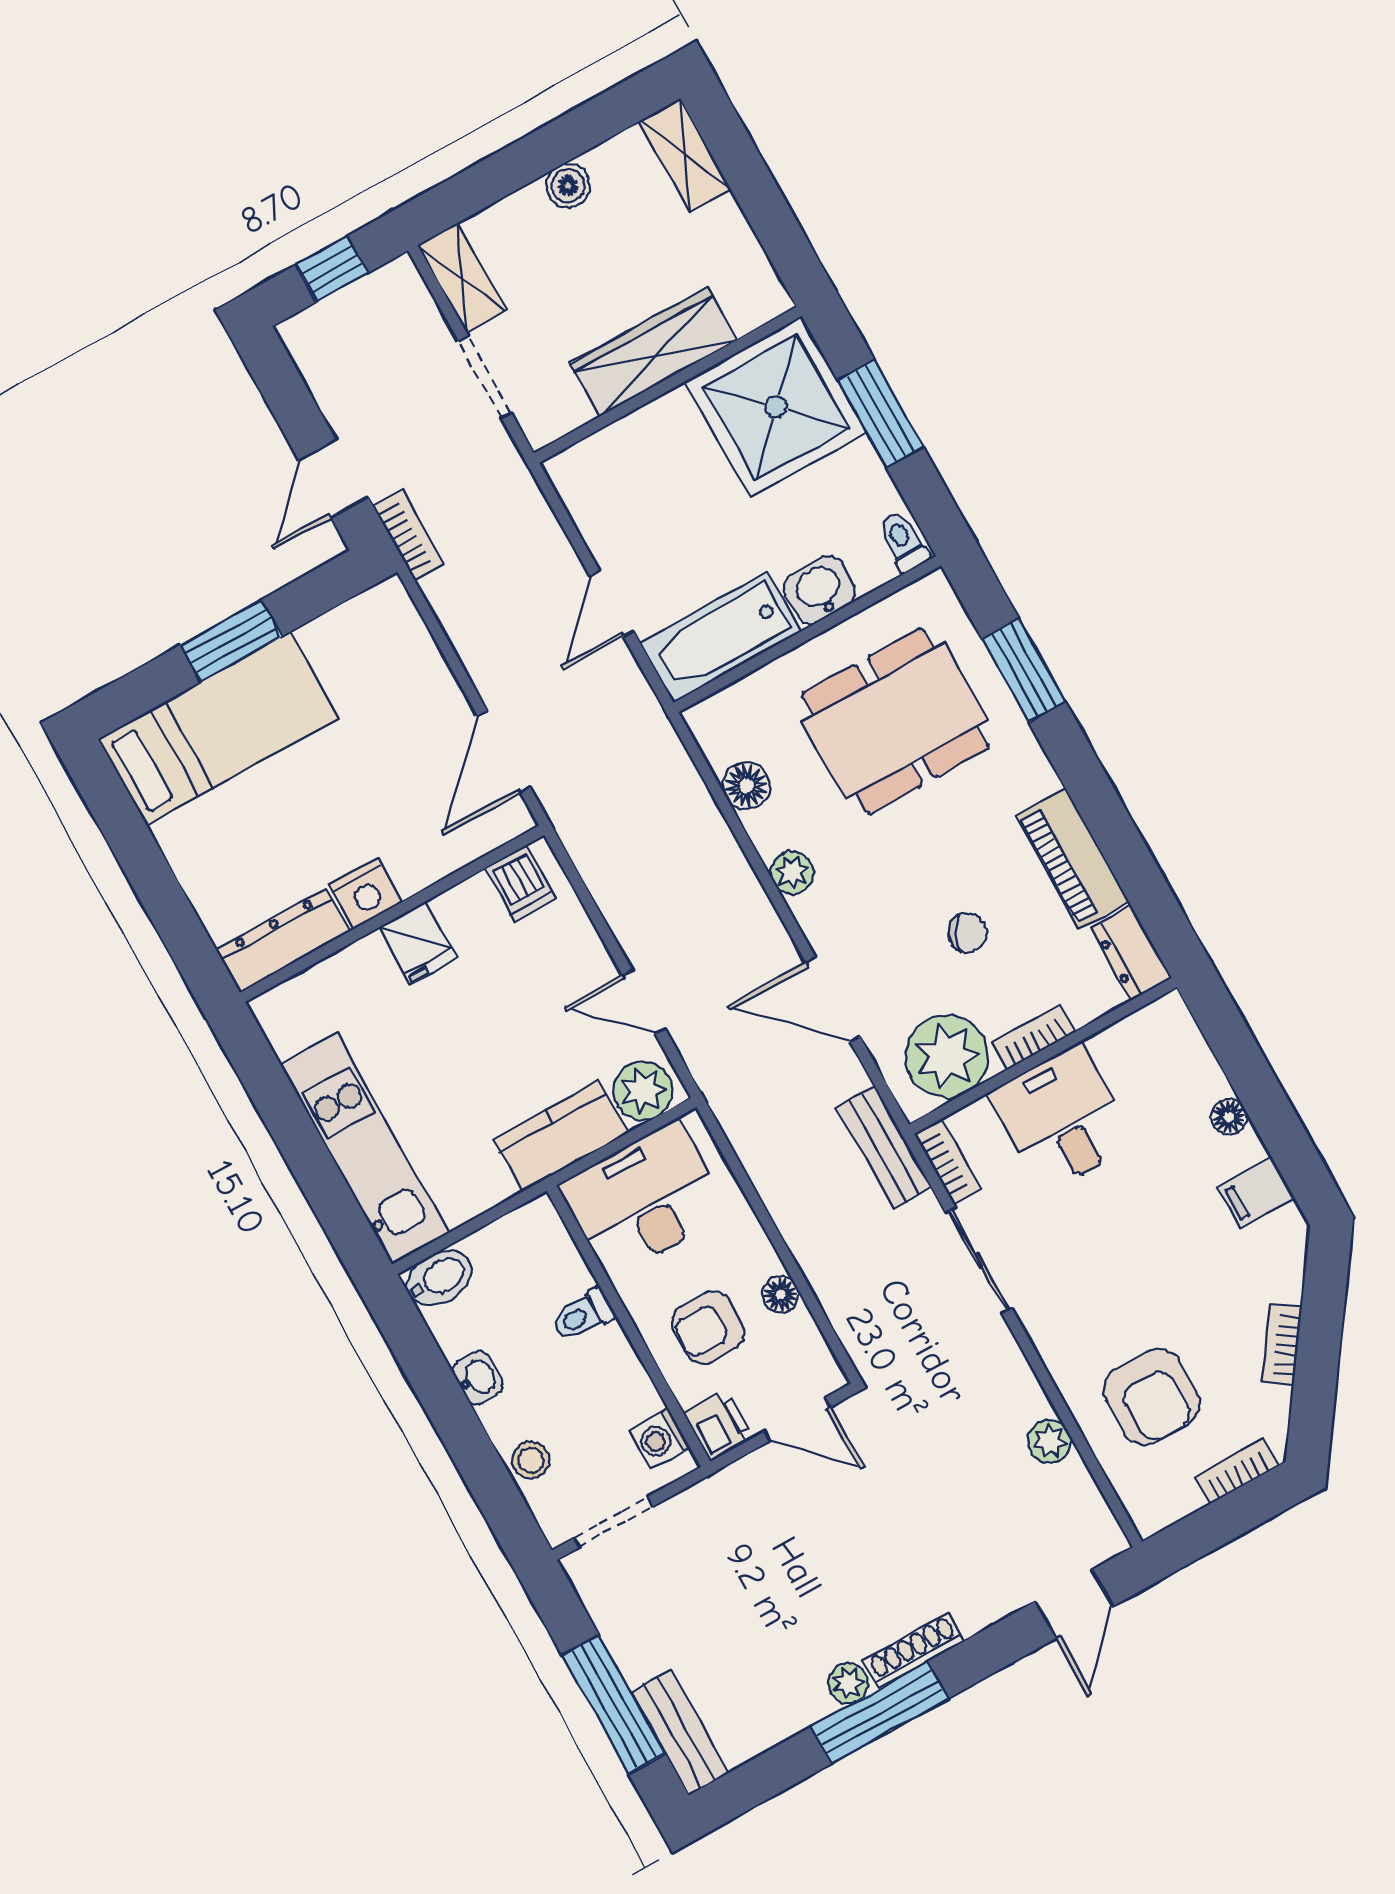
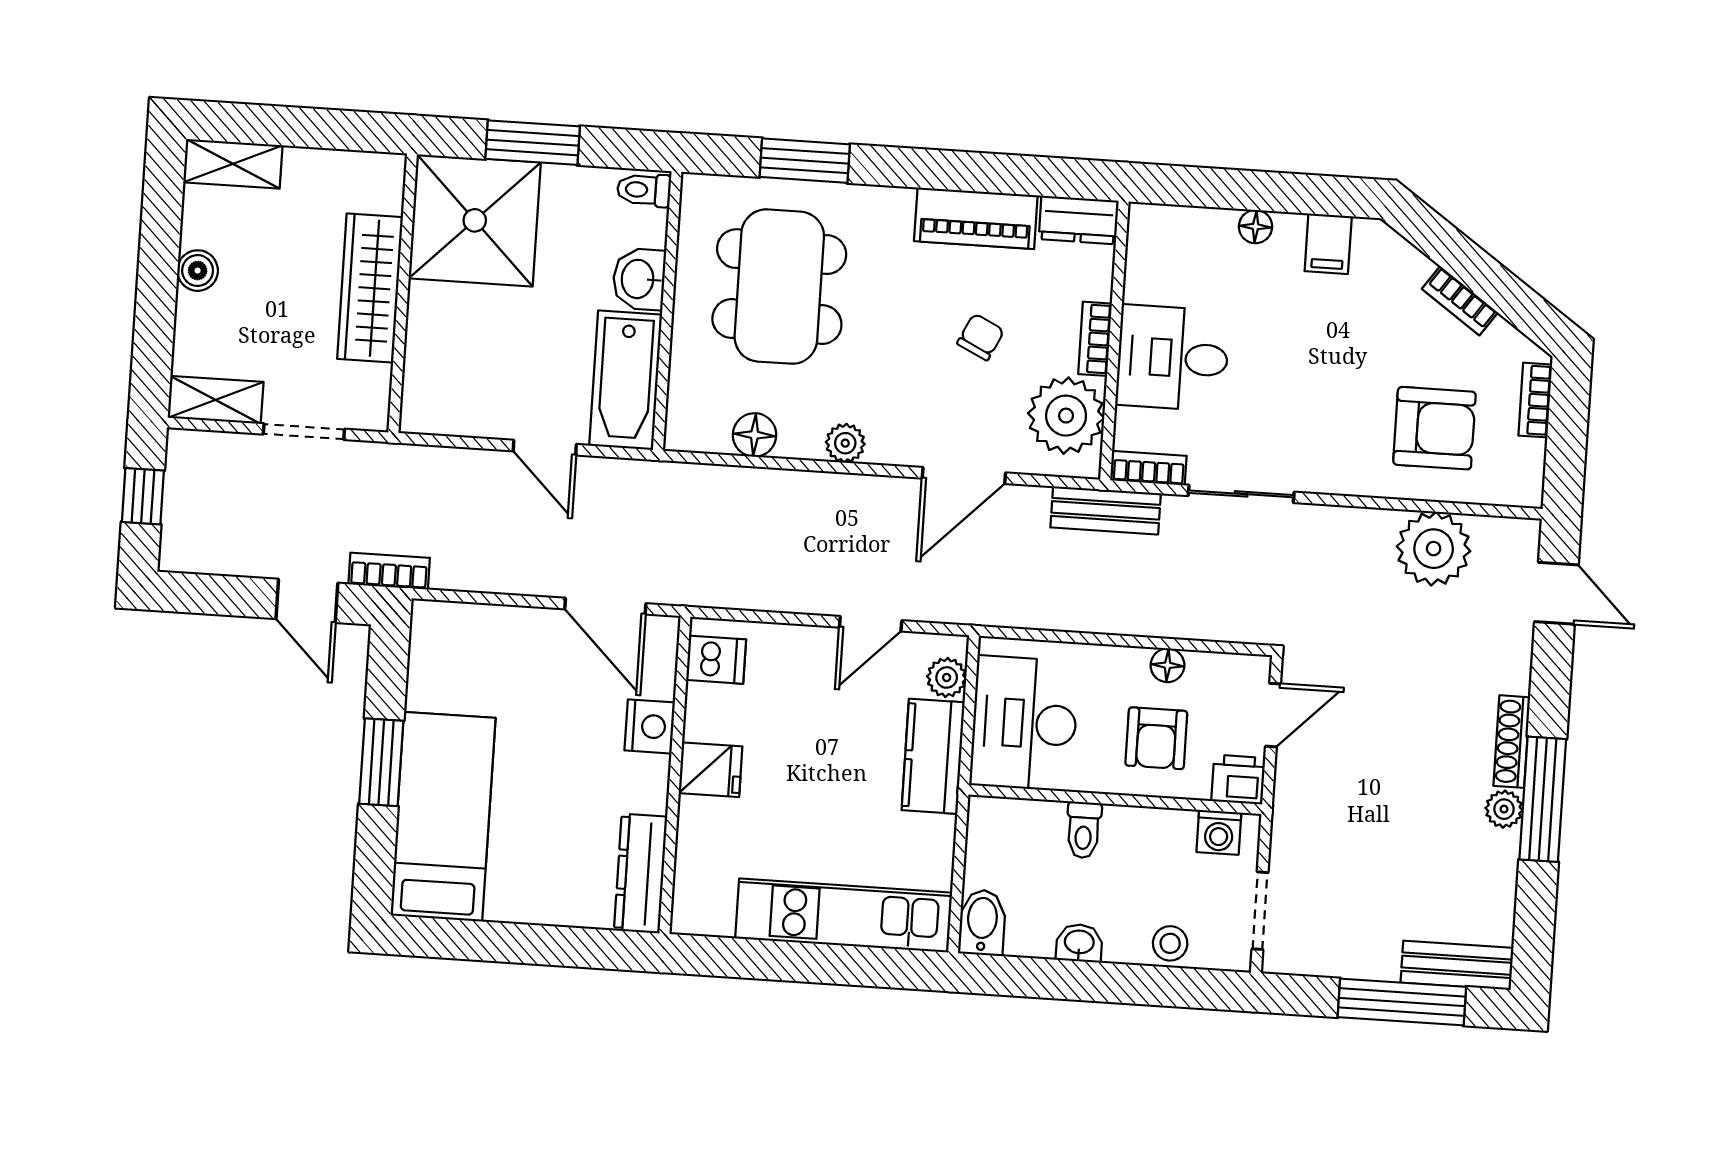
nightstand: (366, 894) -> (650, 726), moved
plant: (643, 1091) -> (947, 677), width x0.73, depth x0.73
plant: (1049, 1441) -> (1434, 549), width x1.87, depth x1.87

